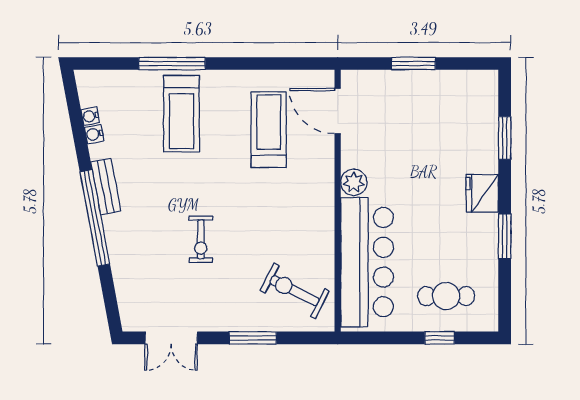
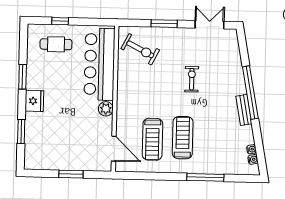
treadmill: (182, 114) -> (183, 138), moved
water cooler: (94, 134) -> (253, 159), moved

